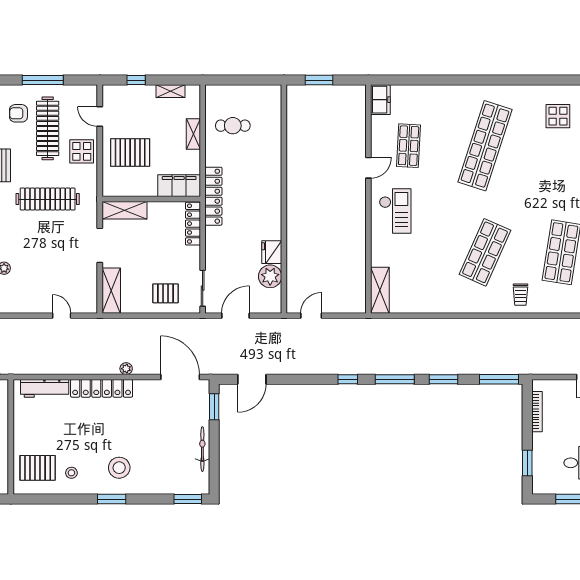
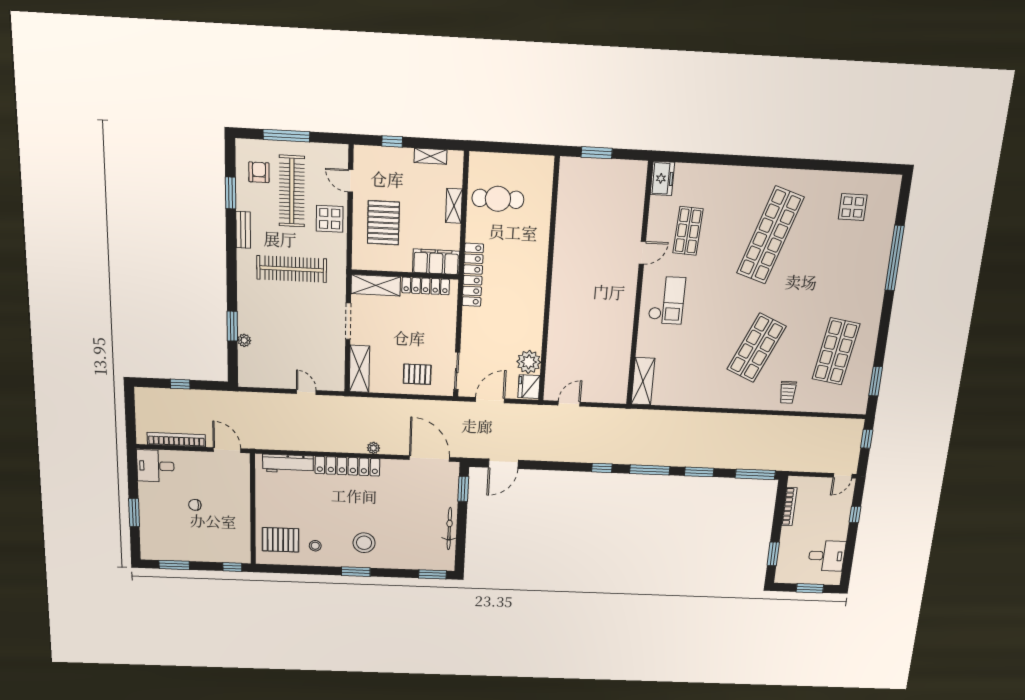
armchair: (18, 113) -> (259, 172), turned 90
cafe table: (233, 126) -> (498, 199), width x1.37, depth x1.35
pallet: (130, 153) -> (383, 223), turned 90
locker: (193, 224) -> (426, 286), moved, turned -90
fridge: (272, 252) -> (529, 387), moved

